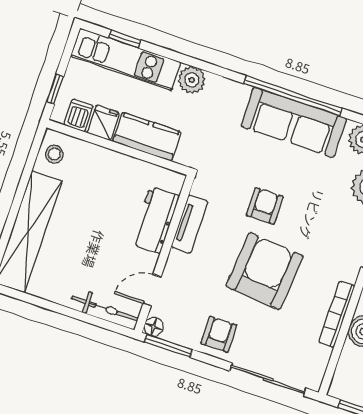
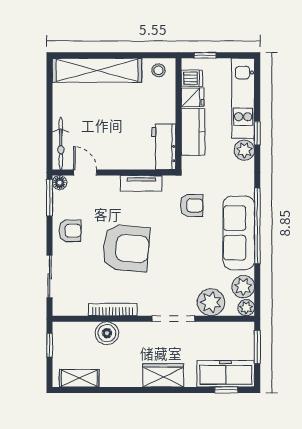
window: (125, 39) -> (257, 133), moved
armchair: (265, 206) -> (192, 205), moved
workbench: (155, 220) -> (164, 147), moved, turned -90
sliding door: (268, 379) -> (50, 276), width x0.73

